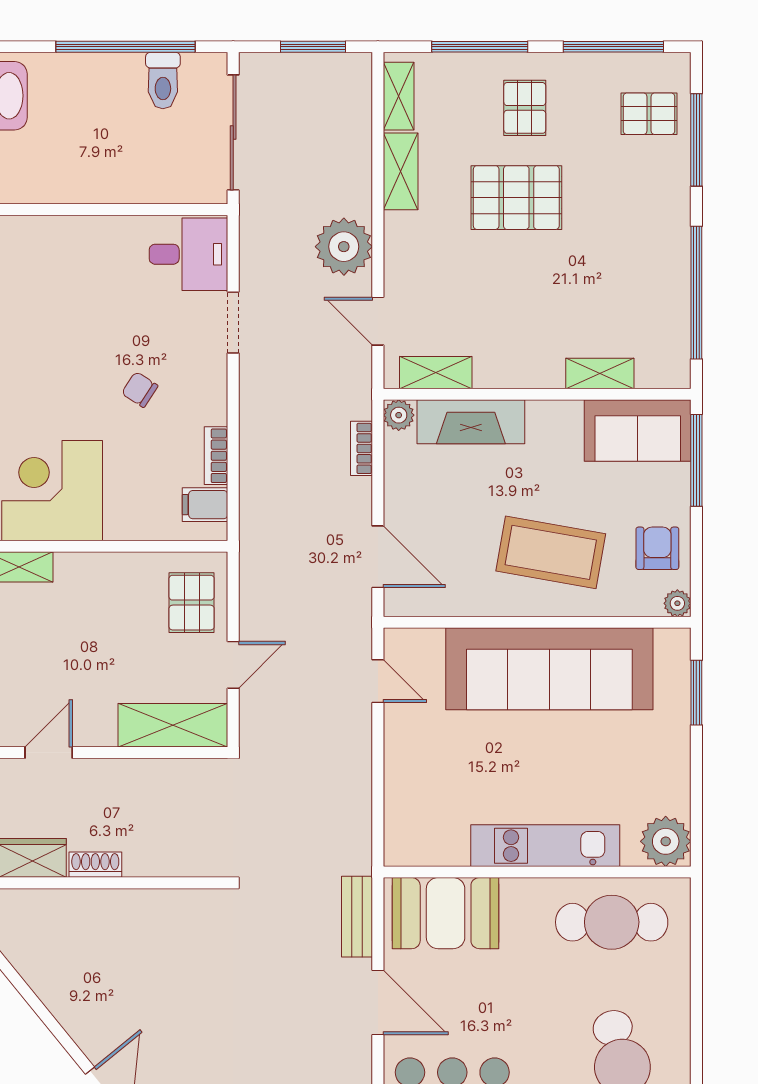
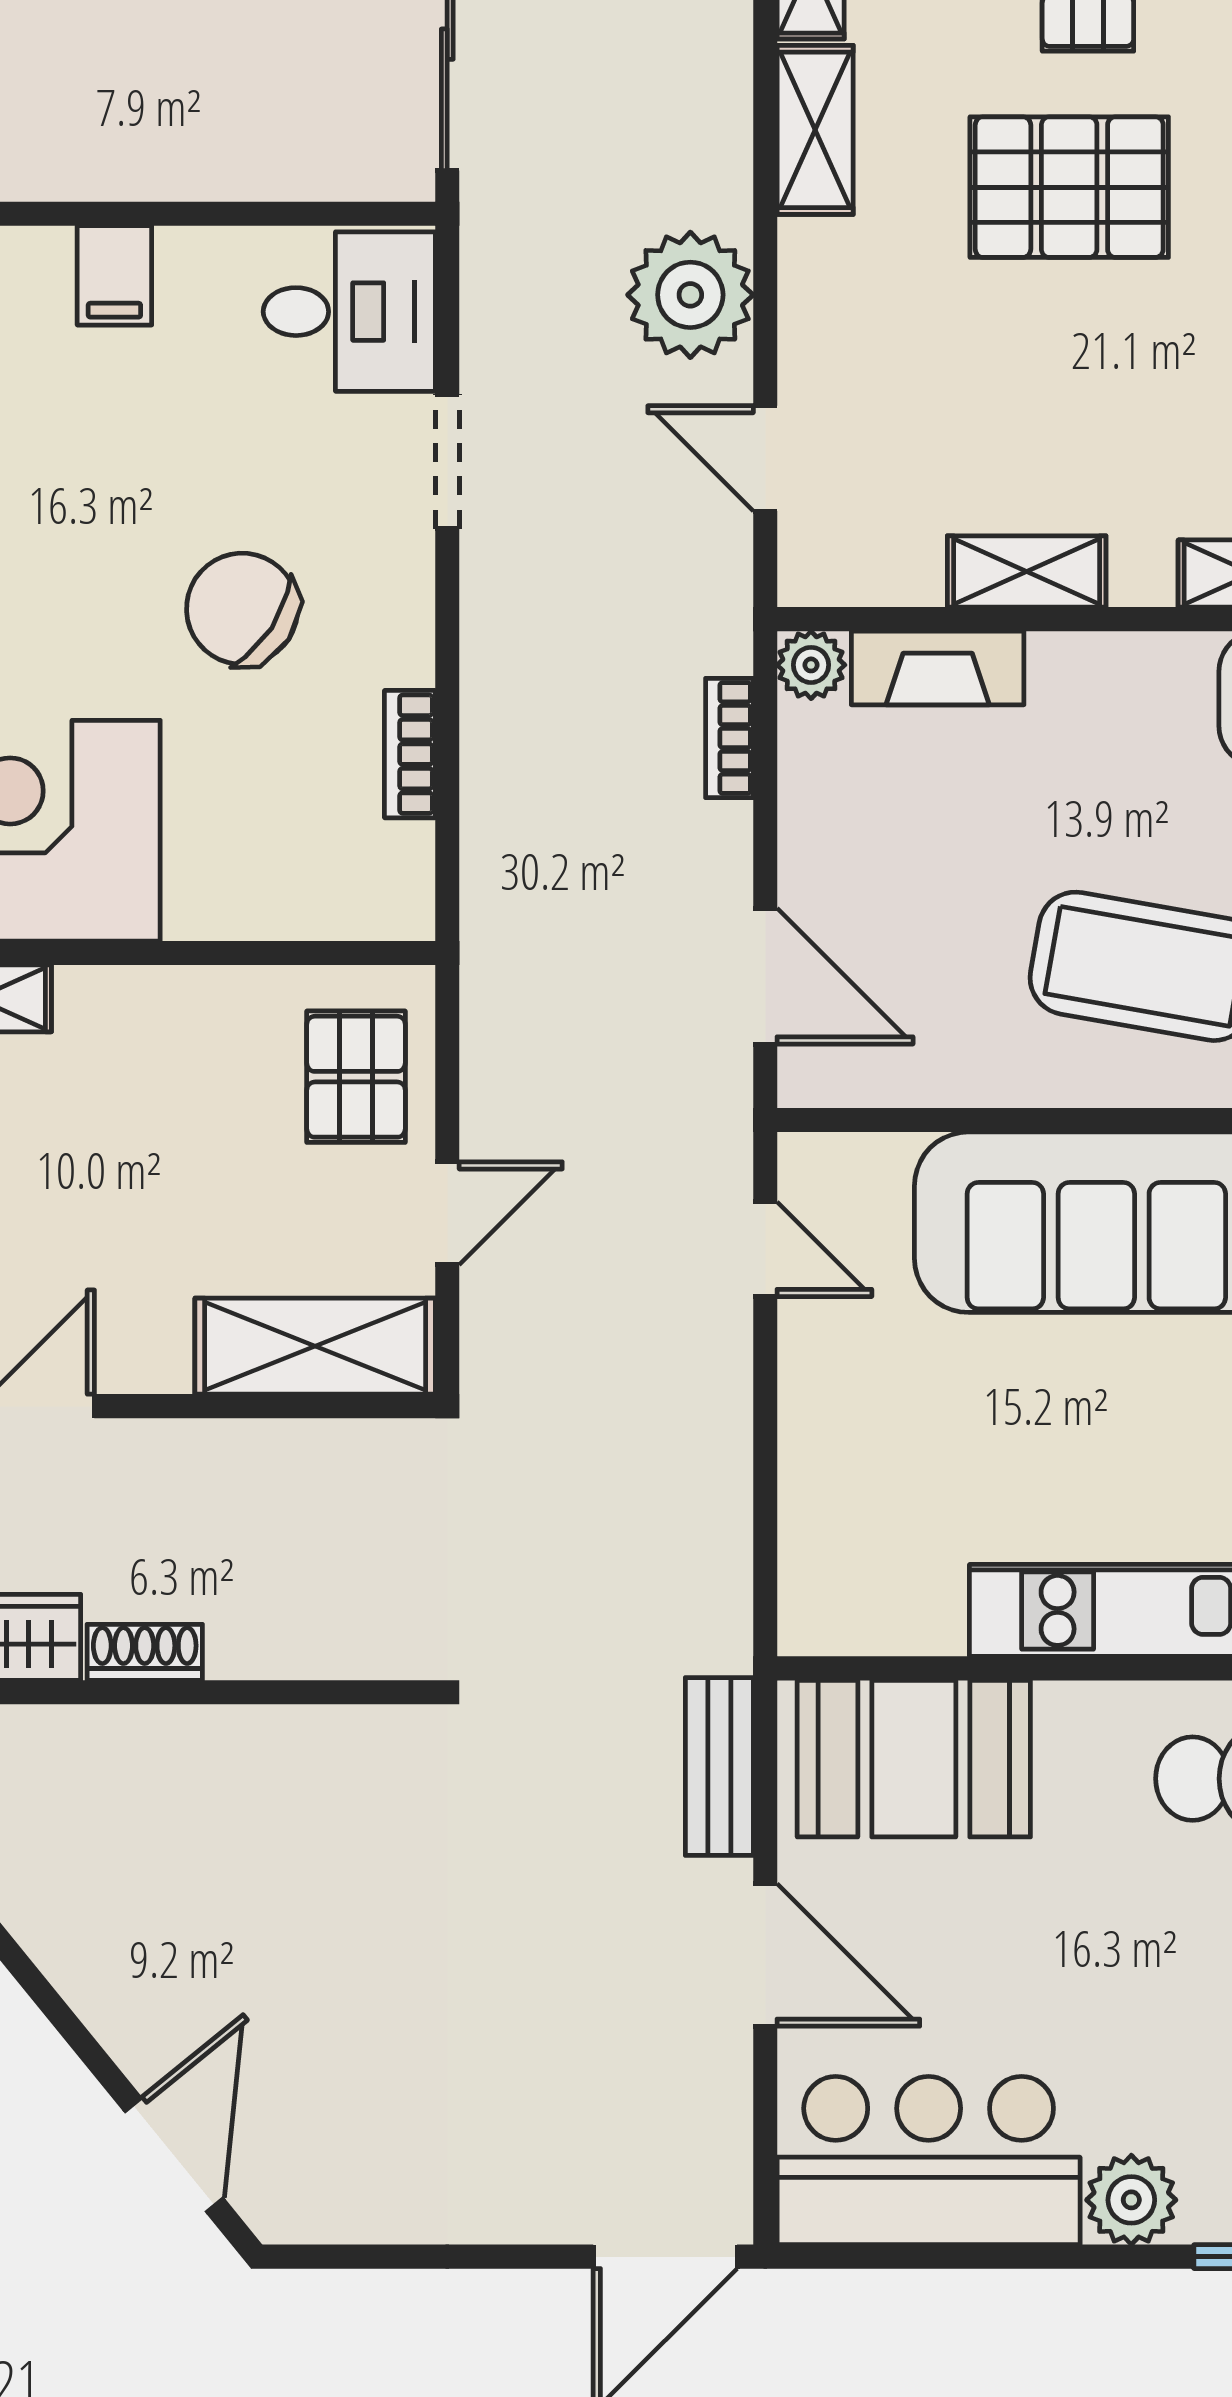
shelving: (436, 373) -> (1027, 572), moved
chair: (140, 390) -> (242, 609), width x1.87, depth x1.87
fireplace: (471, 422) -> (938, 668), width x0.73, depth x0.76
filing cabinet: (205, 505) -> (114, 275), moved, turned -90

